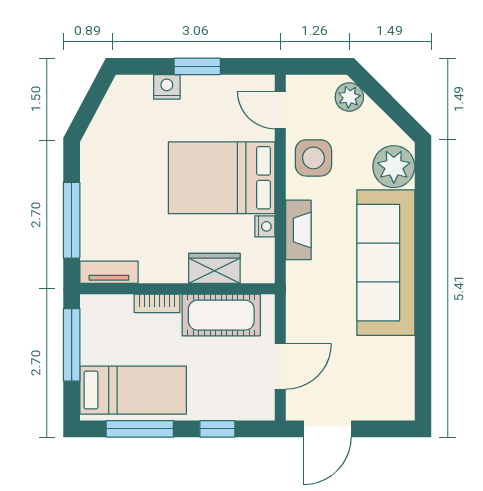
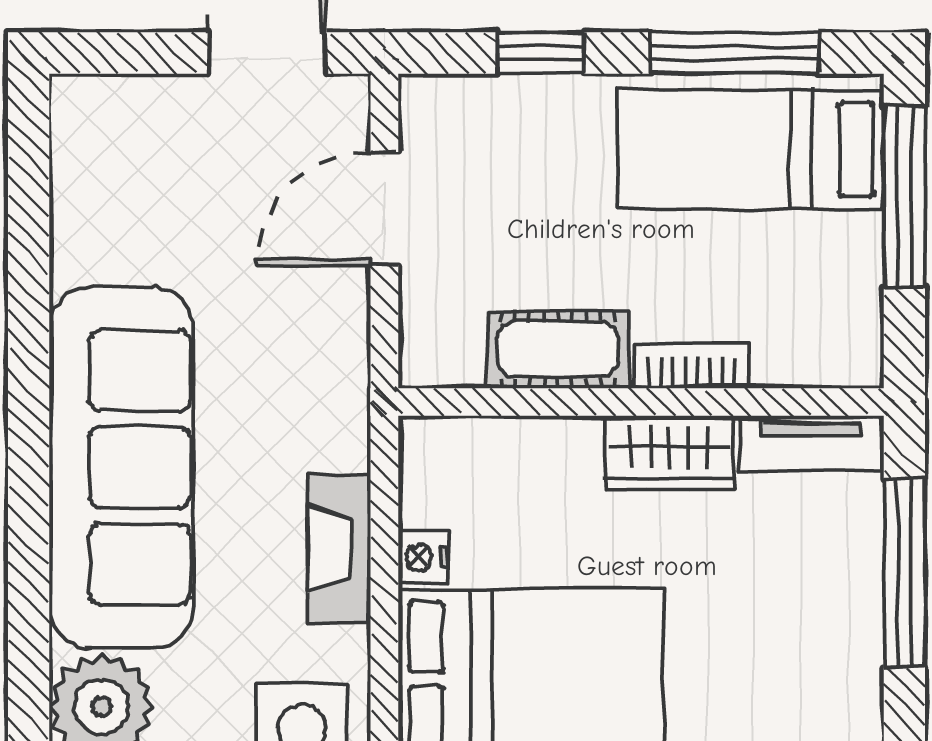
wardrobe: (214, 268) -> (669, 453), moved
cot: (221, 315) -> (558, 350), width x0.73, depth x0.75
window: (72, 345) -> (904, 197), moved

